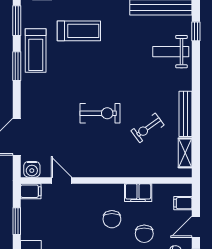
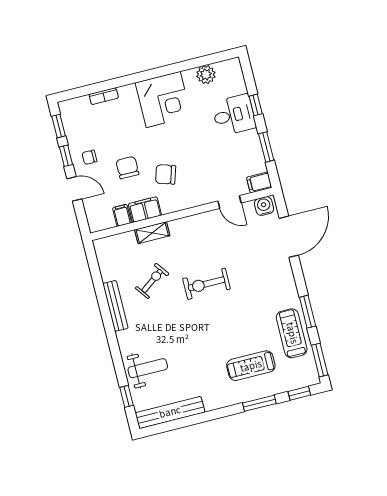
shelving: (185, 153) -> (152, 233), moved, turned 90
filing cabinet: (183, 203) -> (122, 215), moved, turned -90
chair: (112, 219) -> (166, 174), turned -73
door: (196, 227) -> (74, 189), hinge flipped

